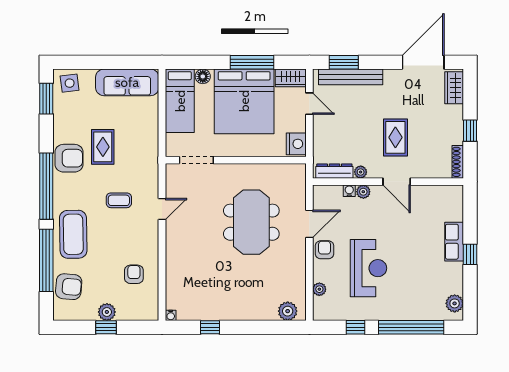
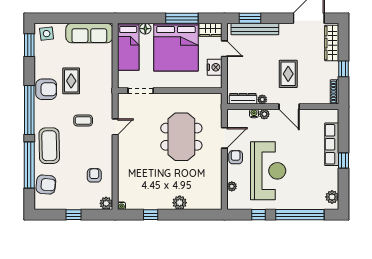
wardrobe: (454, 88) -> (332, 43), width x1.50
nightstand: (296, 144) -> (215, 67), moved
row of seats: (454, 242) -> (332, 144), width x1.48
reception desk: (368, 268) -> (268, 171), width x1.36, depth x1.30
plant: (288, 311) -> (180, 203), moved
plant: (107, 312) -> (106, 203), moved

